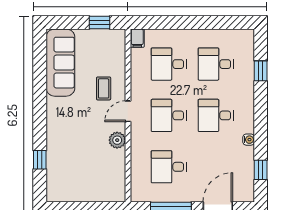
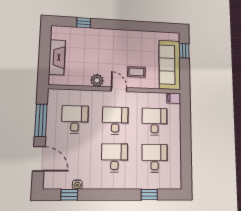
window: (99, 22) -> (184, 51), moved
sofa: (60, 63) -> (170, 65), moved, turned 90
water cooler: (249, 140) -> (77, 185), moved
fireplace: (89, 192) -> (57, 57), added

